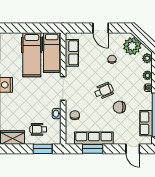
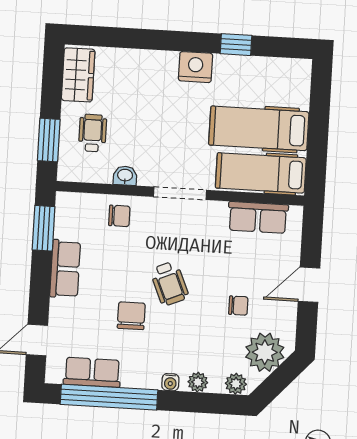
row of seats: (94, 138) -> (65, 269), width x0.68
window: (93, 149) -> (44, 228), moved

